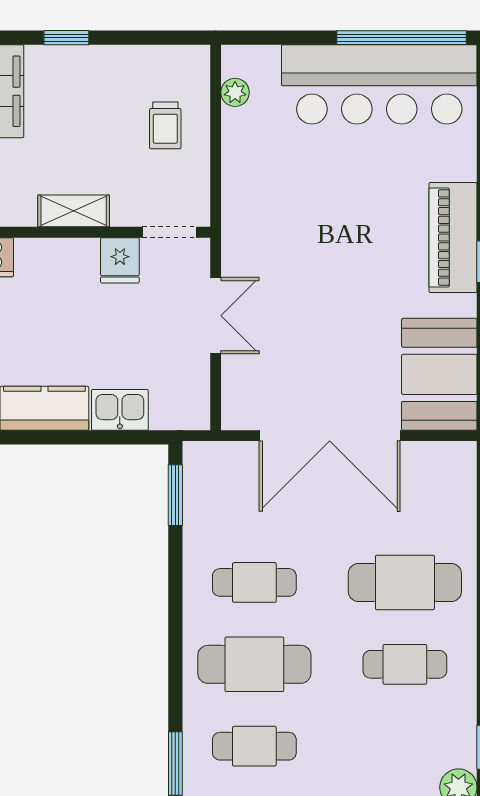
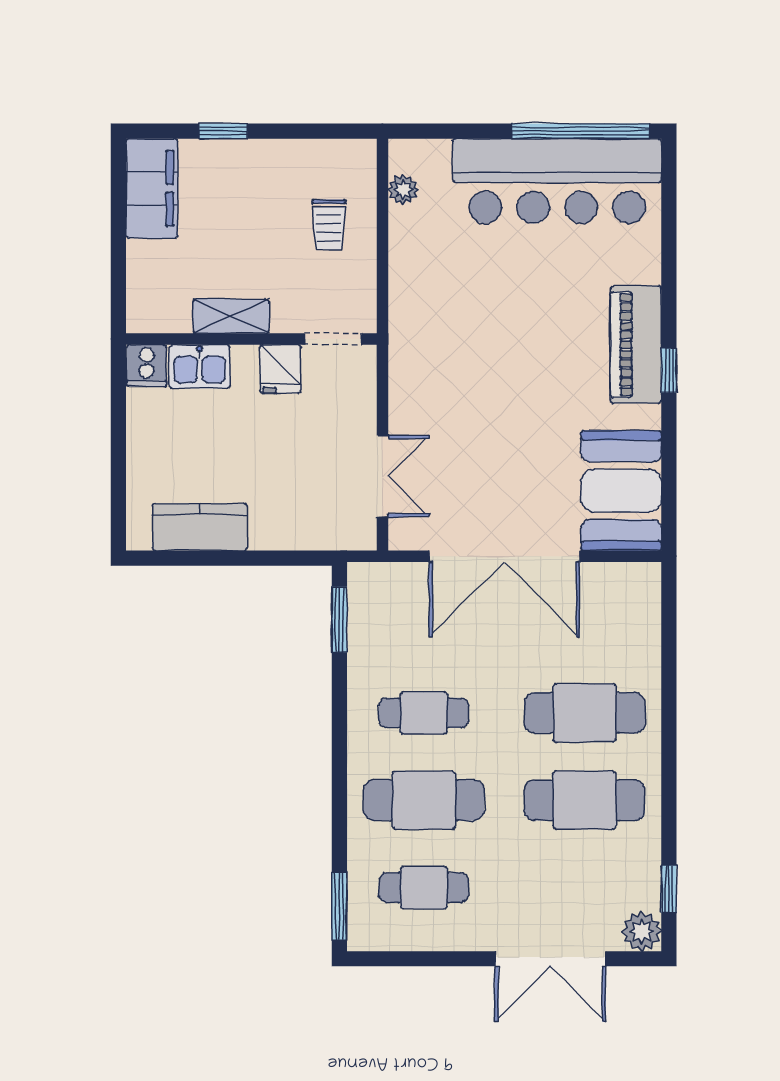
double door: (216, 316) -> (382, 476), moved
kitchen sink: (120, 410) -> (200, 366), moved, turned 180
cafe table: (405, 664) -> (585, 800), width x1.37, depth x1.35

